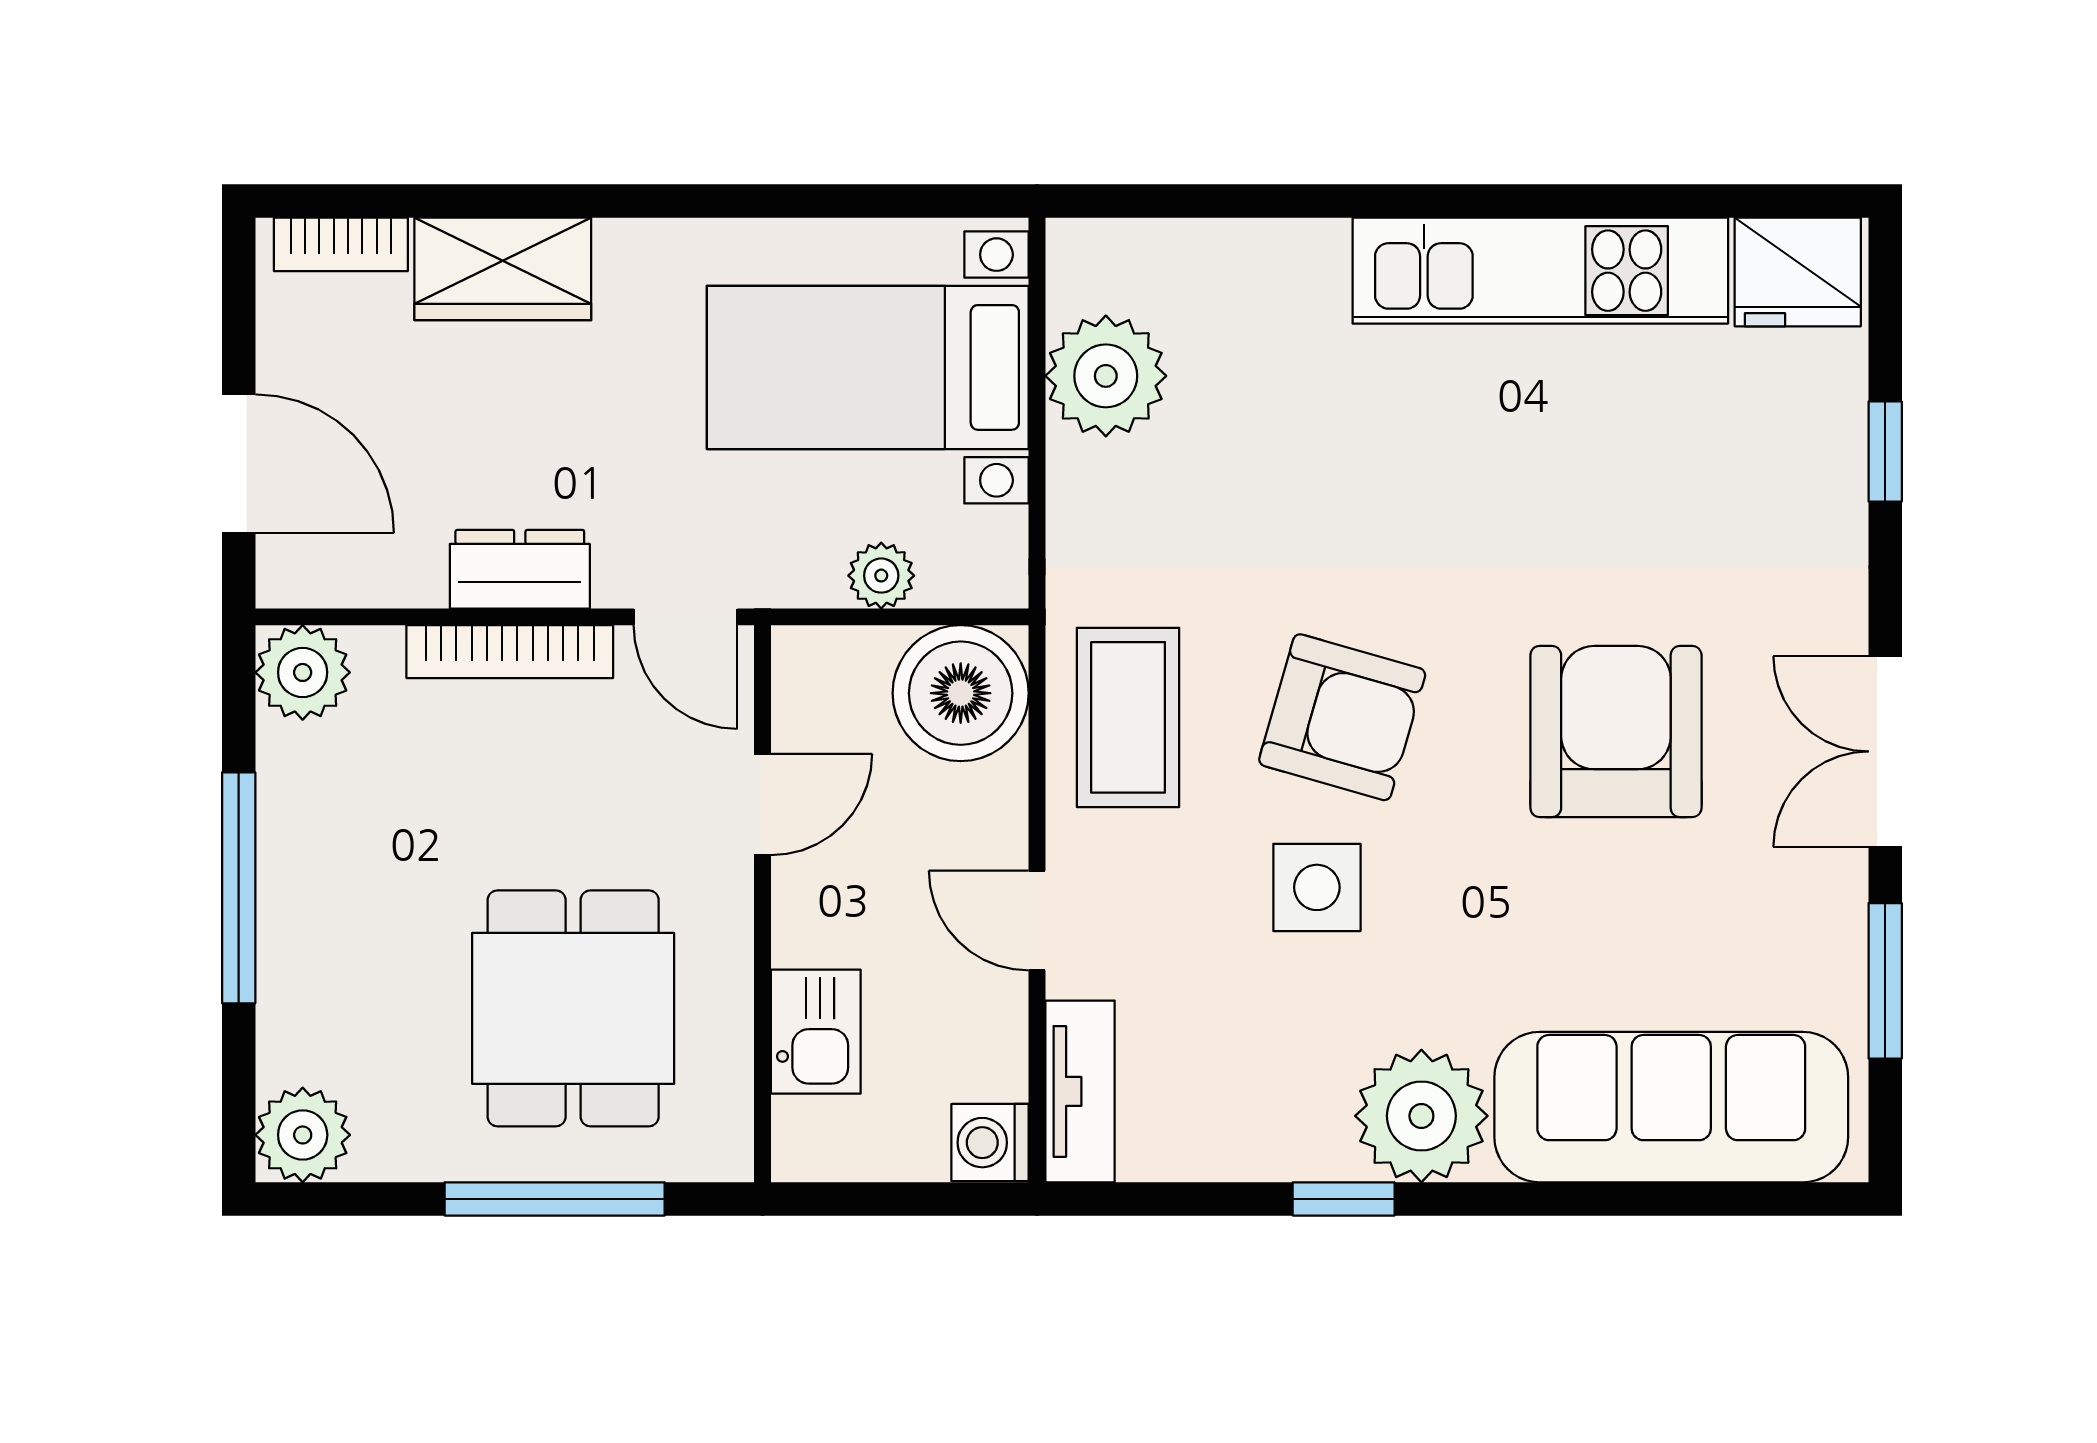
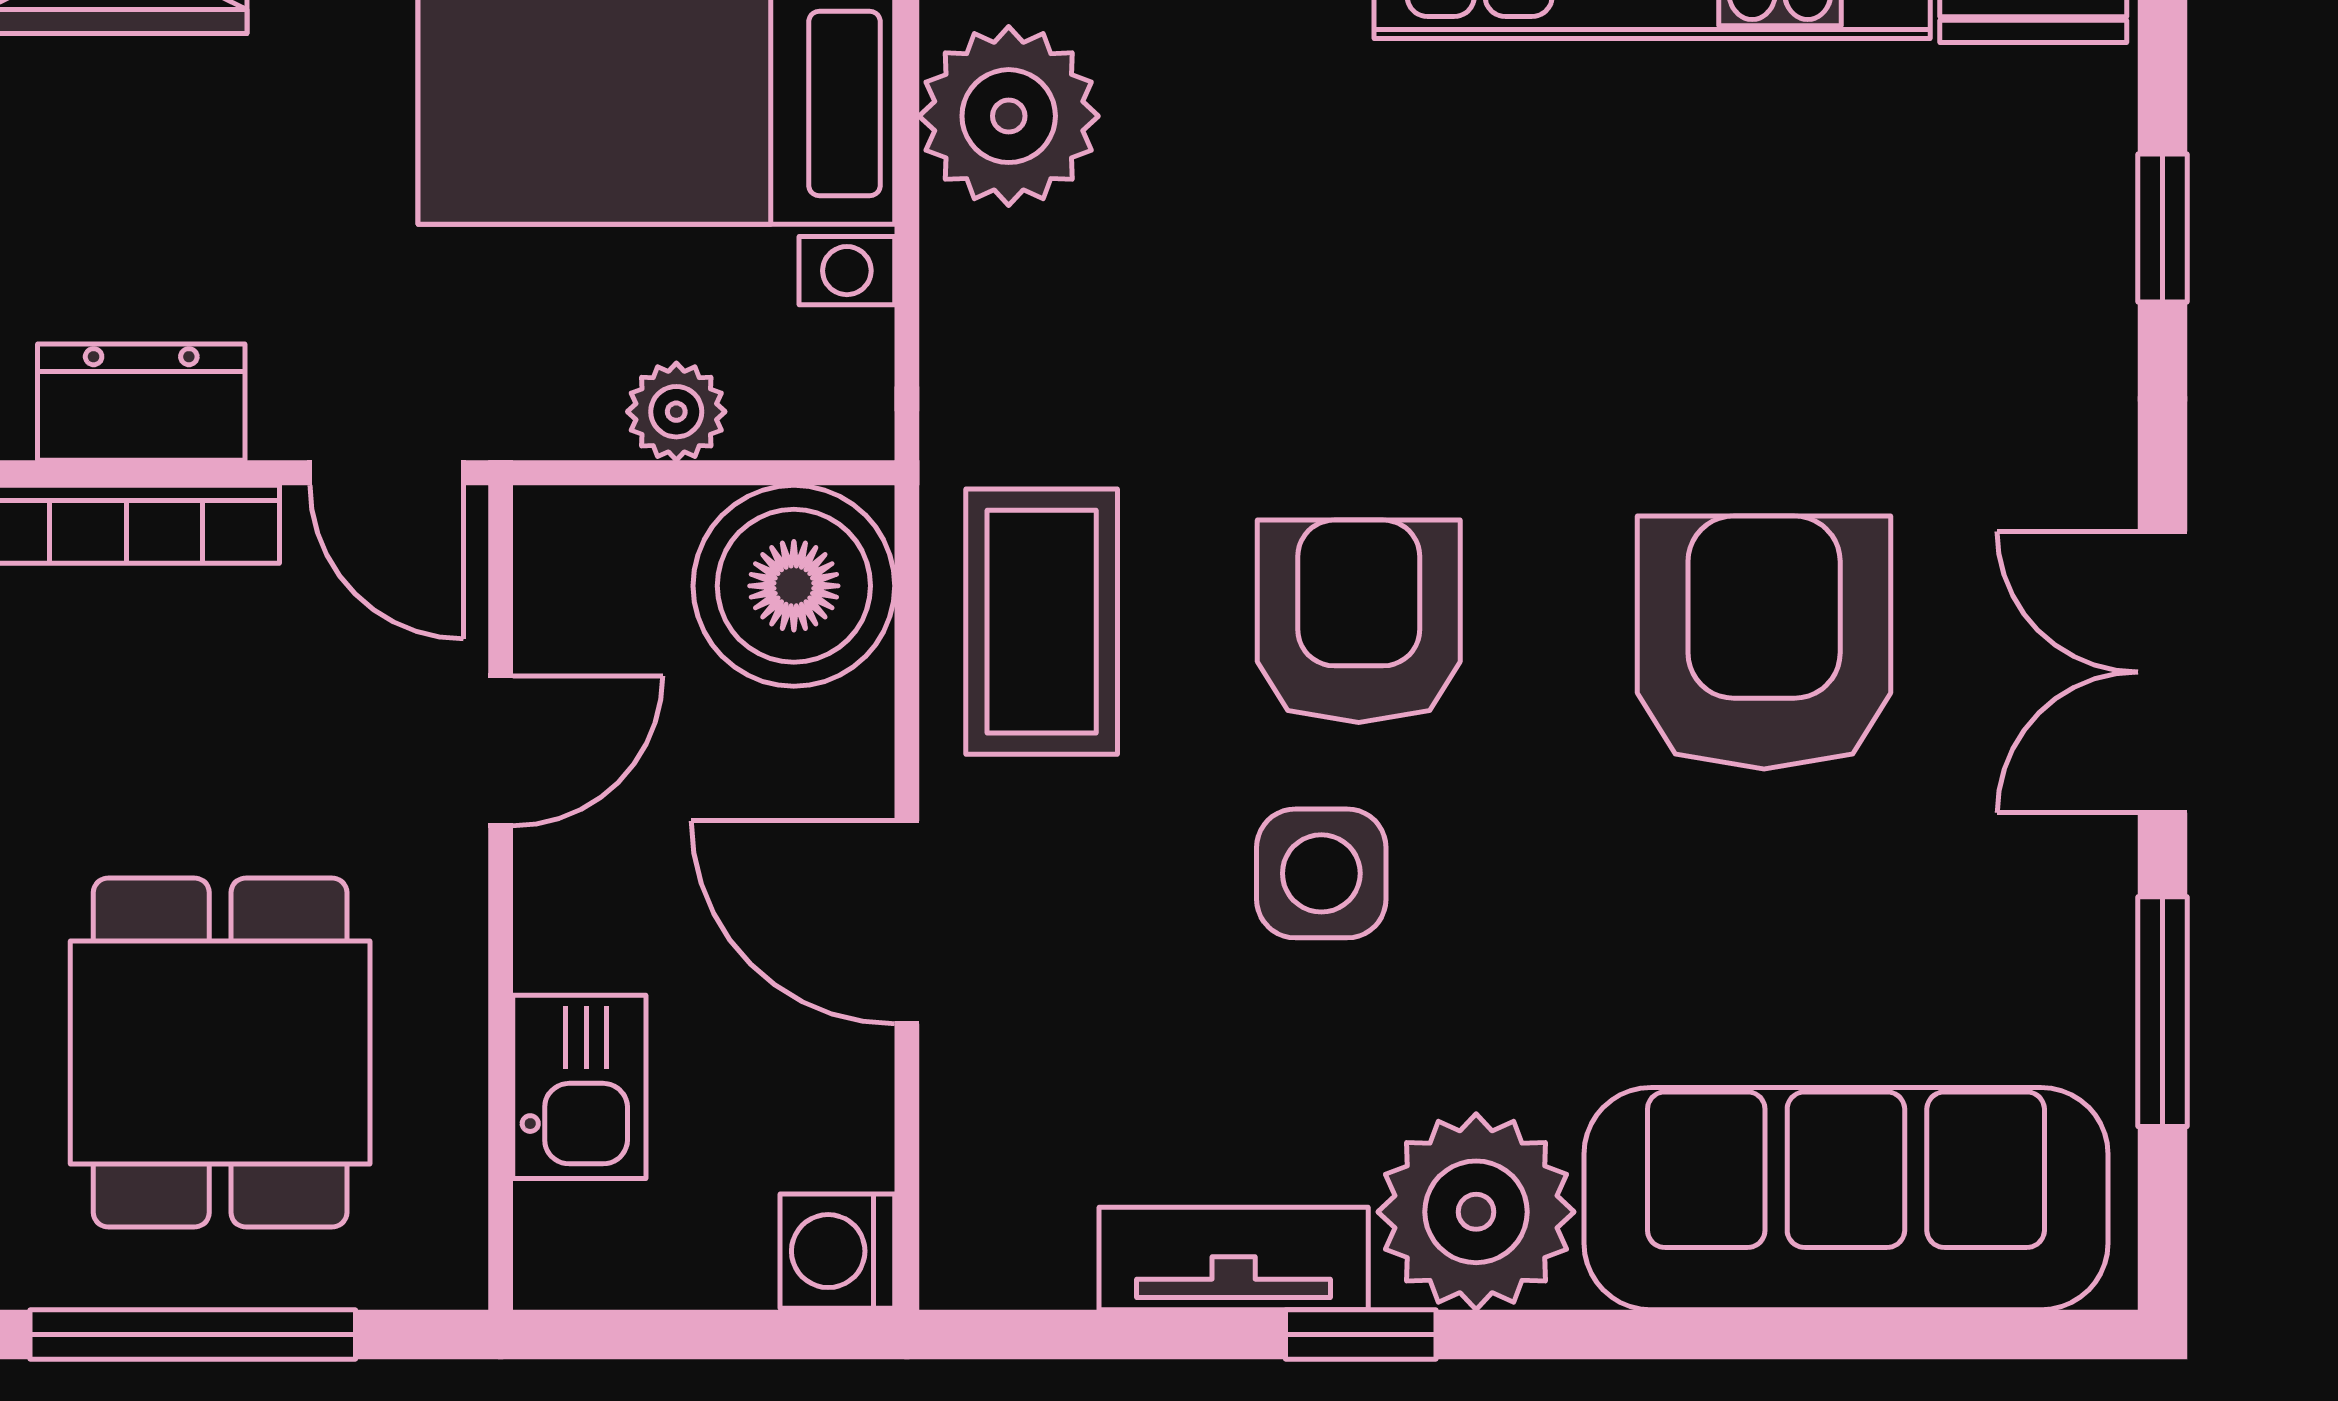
armchair: (1342, 717) -> (1359, 621), turned -106
door: (1037, 921) -> (907, 922), width x1.38
tv unit: (1080, 1091) -> (1234, 1259), moved, turned -90

